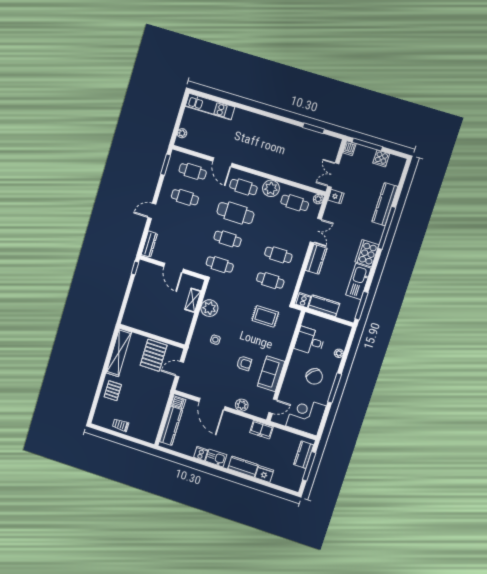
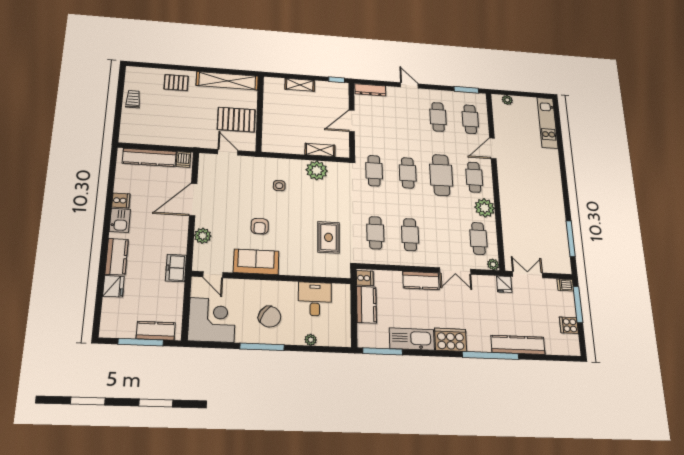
window: (313, 128) -> (571, 239), width x1.44
shelving: (134, 298) -> (300, 85), added
chair: (314, 376) -> (270, 317), turned -103

